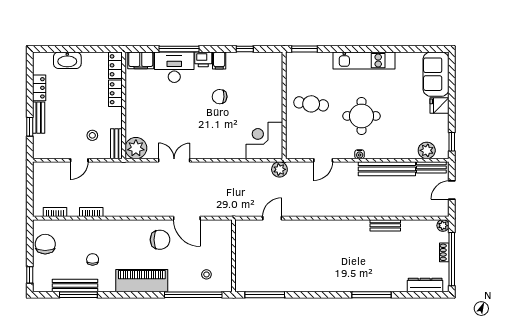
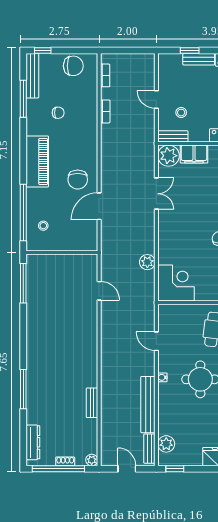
filing cabinet: (134, 122) -> (194, 154), added
plant: (279, 169) -> (147, 262), moved
bench: (75, 286) -> (32, 76), moved

